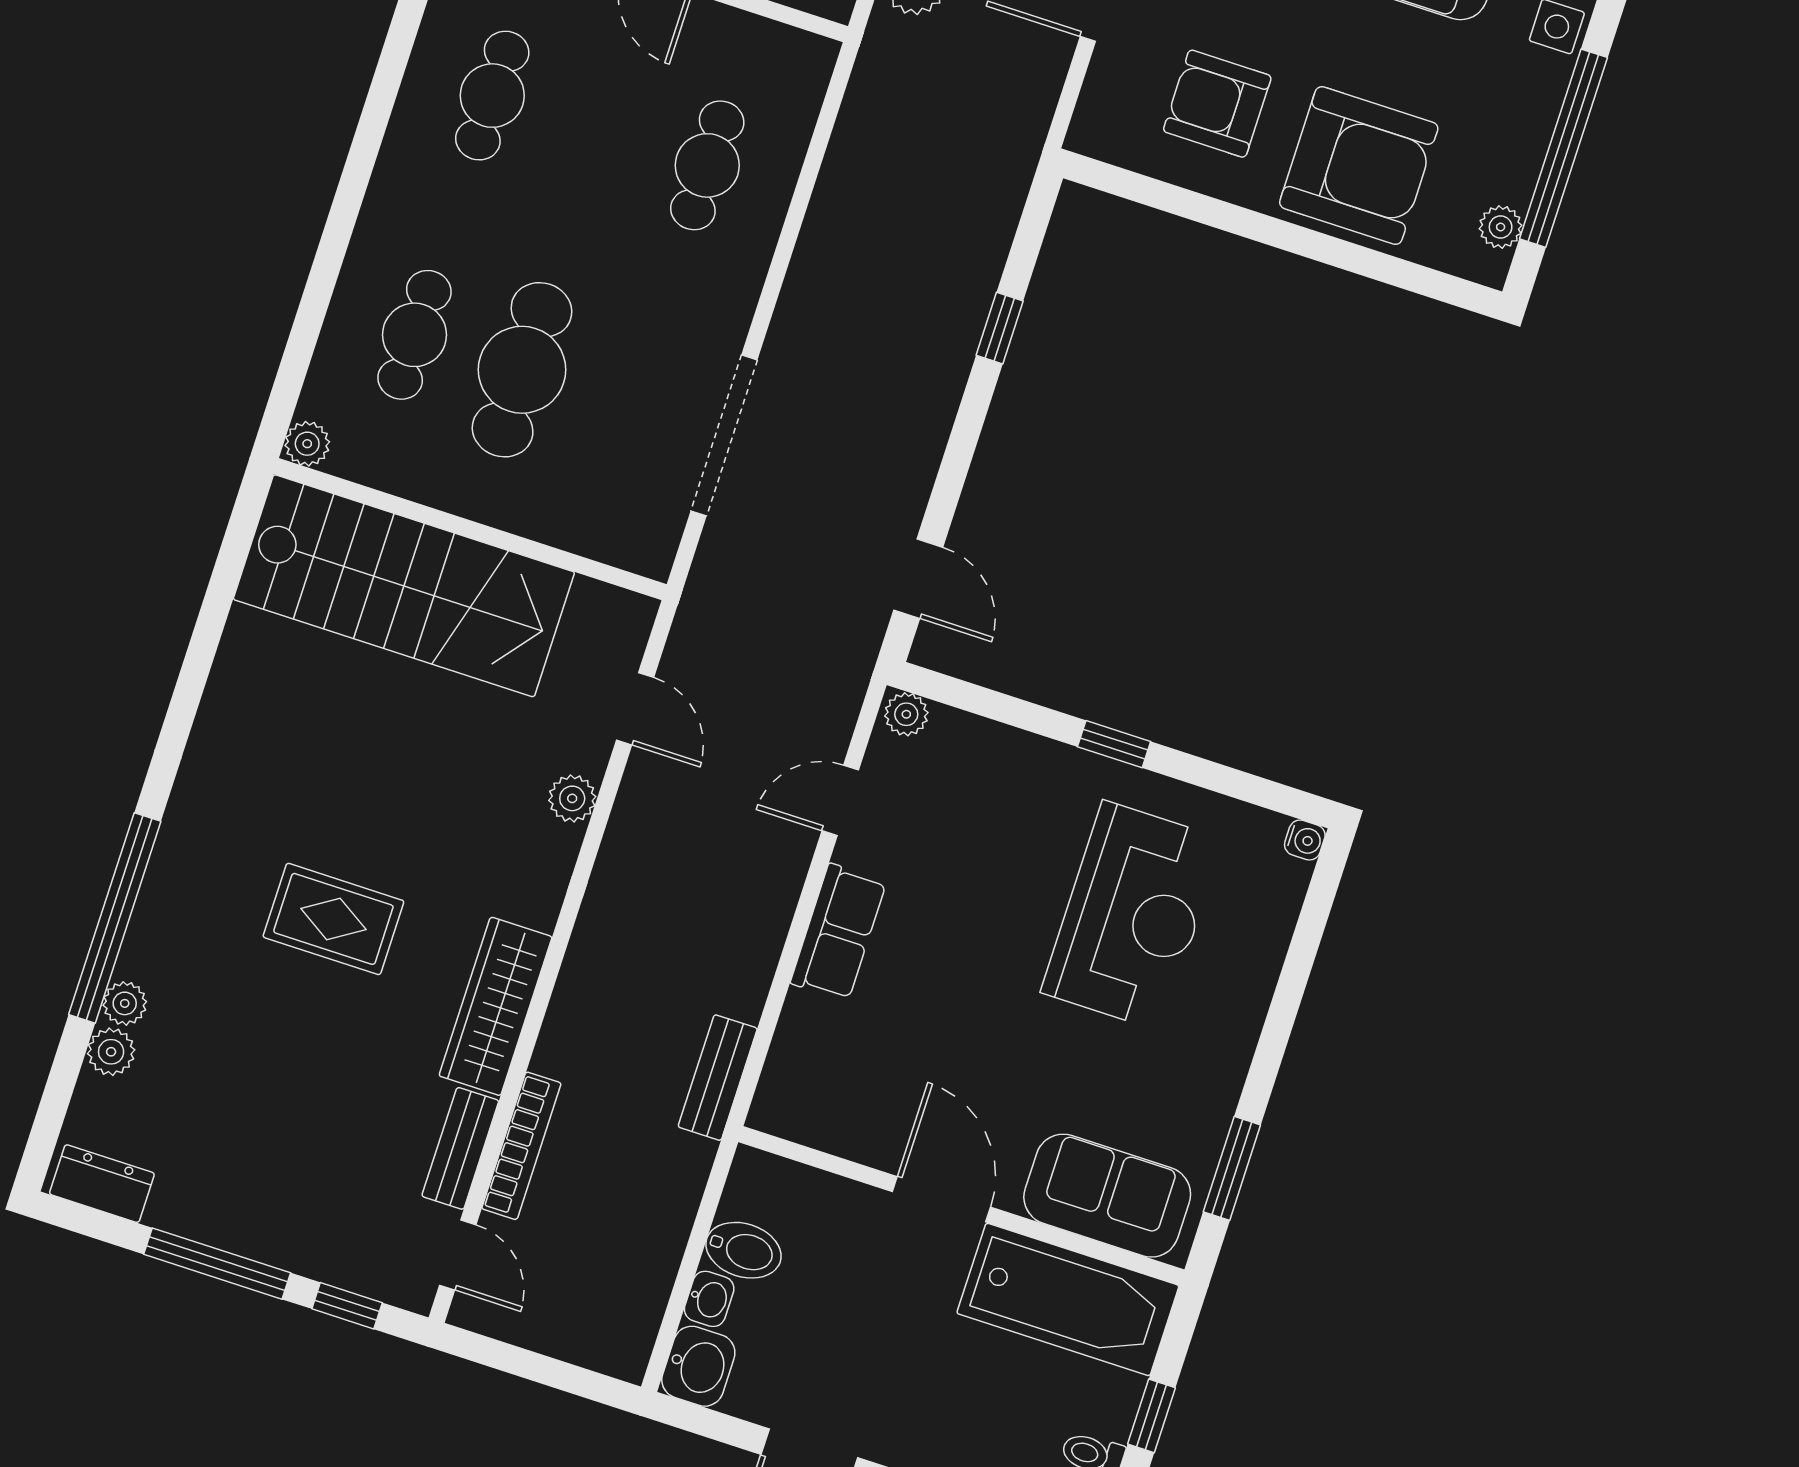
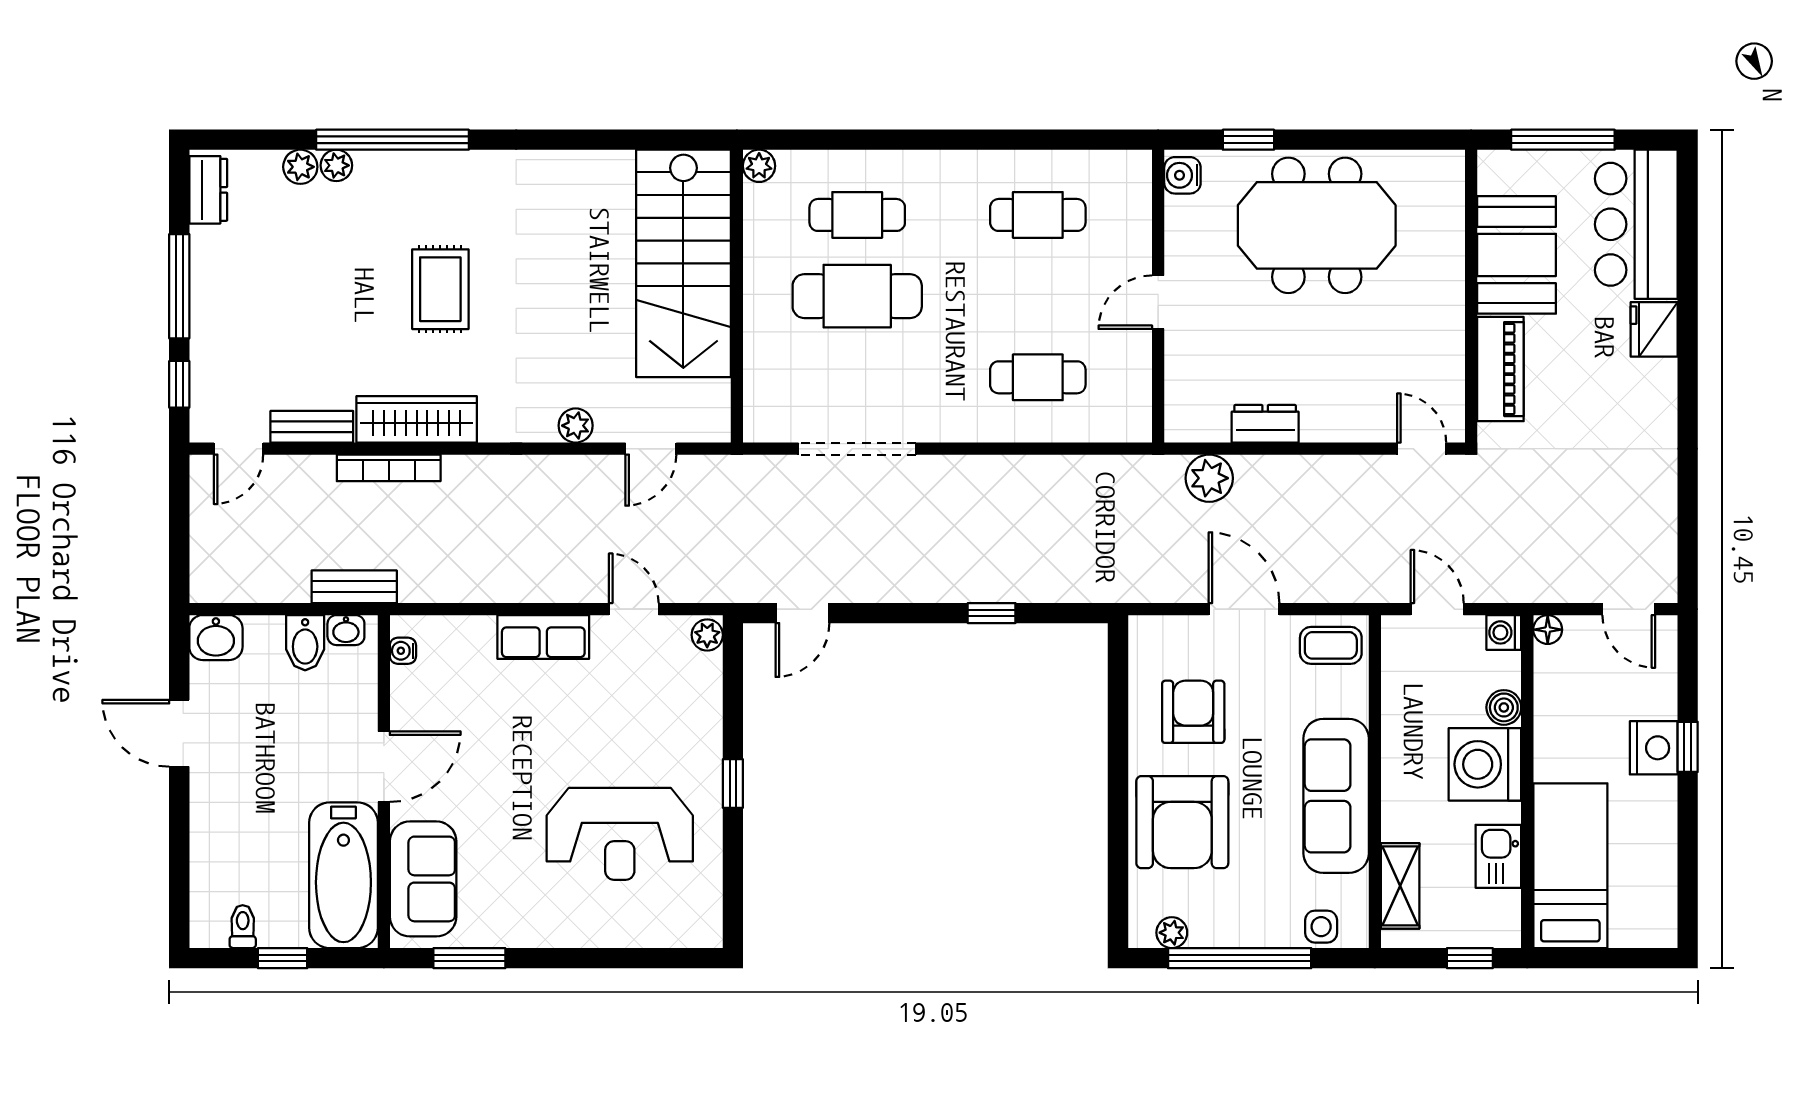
water cooler: (1305, 840) -> (403, 651), moved, turned 90
bench: (718, 1078) -> (354, 587), moved
bookcase: (521, 1146) -> (389, 468), moved
washbasin: (709, 1299) -> (346, 630), moved

